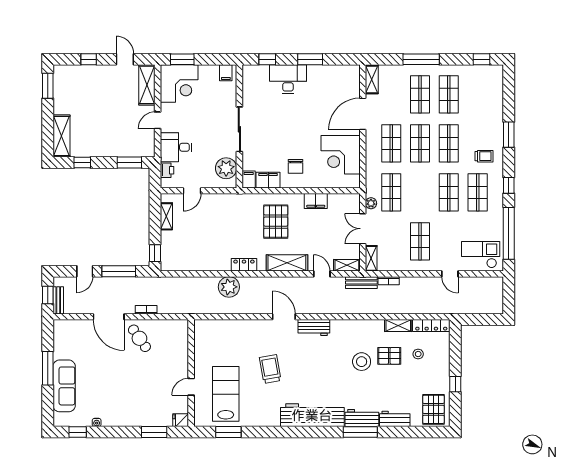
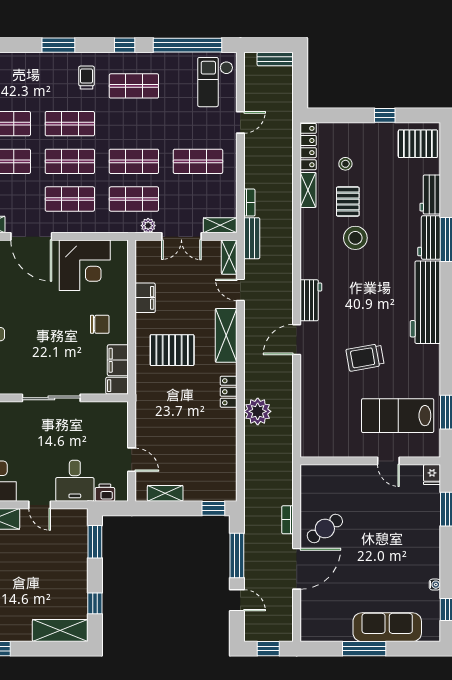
plant: (226, 168) -> (102, 415), removed
shop shelf: (449, 192) -> (134, 161), moved
door: (322, 274) -> (240, 290), hinge flipped
bench: (58, 300) -> (275, 59), moved

